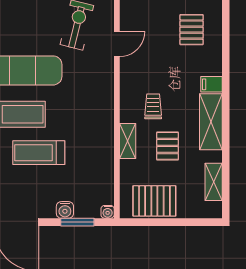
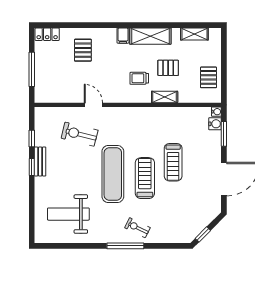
pallet: (192, 30) -> (83, 50), turned 90
pallet: (154, 201) -> (208, 77), width x0.67, depth x0.71
water cooler: (65, 210) -> (215, 124), moved

